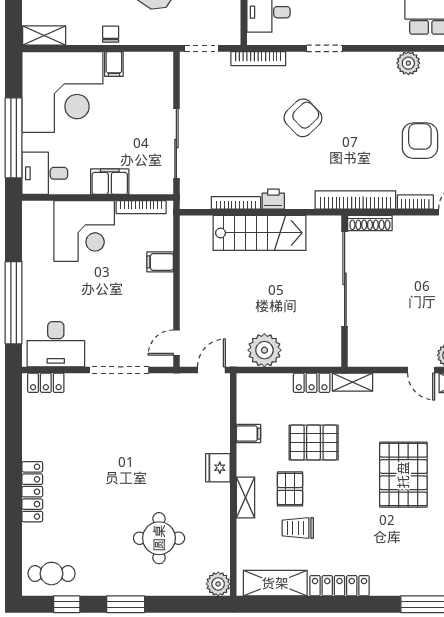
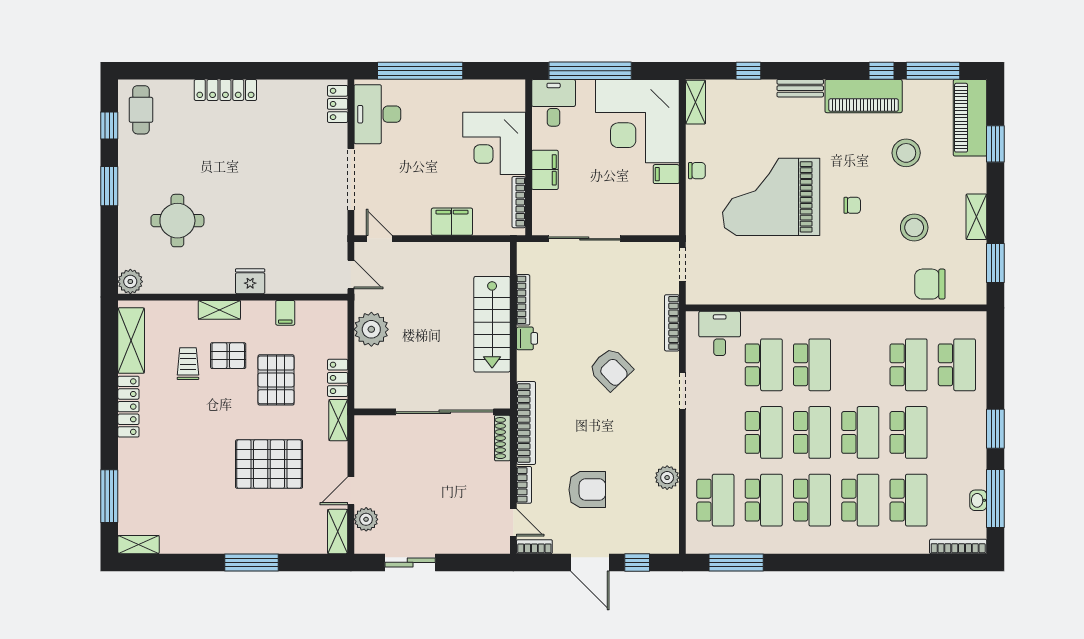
filing cabinet: (160, 262) -> (452, 222), width x2.00
pallet: (403, 475) -> (269, 464), moved

